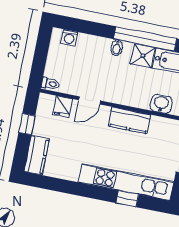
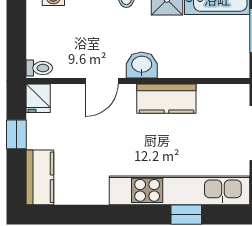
washbasin: (161, 104) -> (142, 65), moved
fridge: (63, 107) -> (38, 98), moved

